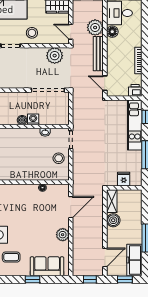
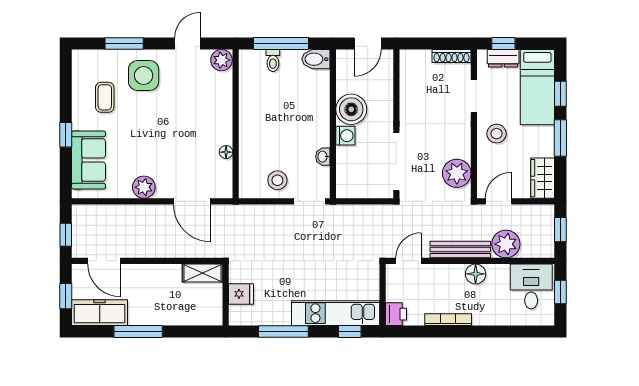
floor lamp: (112, 32) -> (476, 274), moved
boiler: (22, 120) -> (351, 109), width x1.86, depth x1.86
boiler: (113, 220) -> (169, 276), removed

